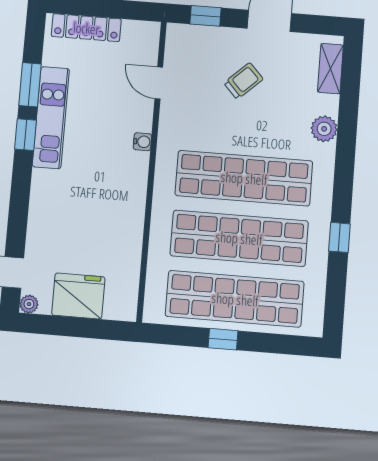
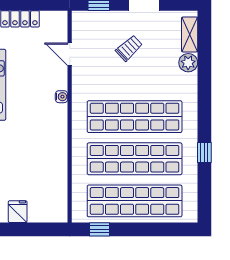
plant: (324, 129) -> (188, 63), moved
fridge: (78, 296) -> (18, 212), width x0.53, depth x0.75
window: (223, 339) -> (99, 229), moved

